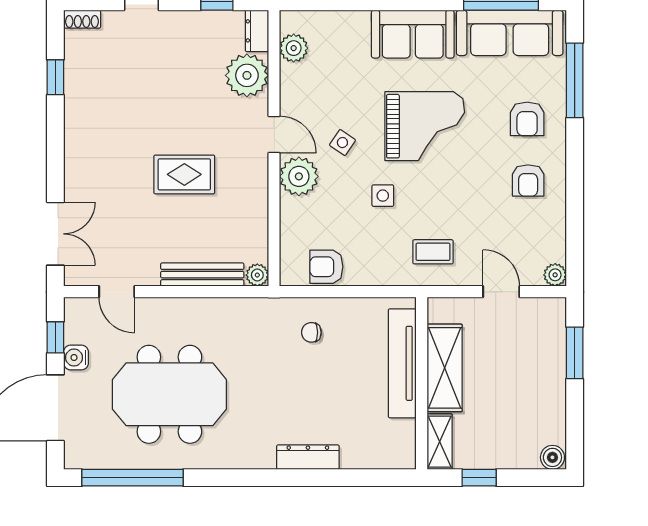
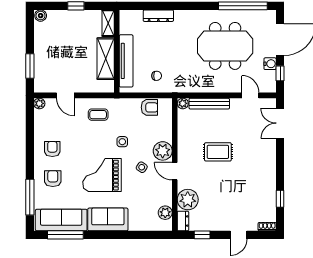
tv unit: (402, 363) -> (126, 61), moved
shelving: (445, 368) -> (106, 59), moved
wall: (422, 383) -> (117, 51), moved
shelving: (440, 442) -> (108, 23), moved

